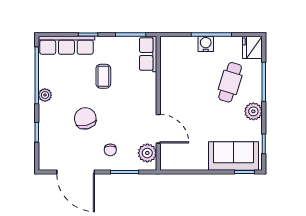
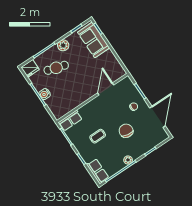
row of seats: (66, 45) -> (98, 171), width x0.68
chair: (85, 118) -> (126, 131), turned 113
plant: (147, 153) -> (122, 86), removed

